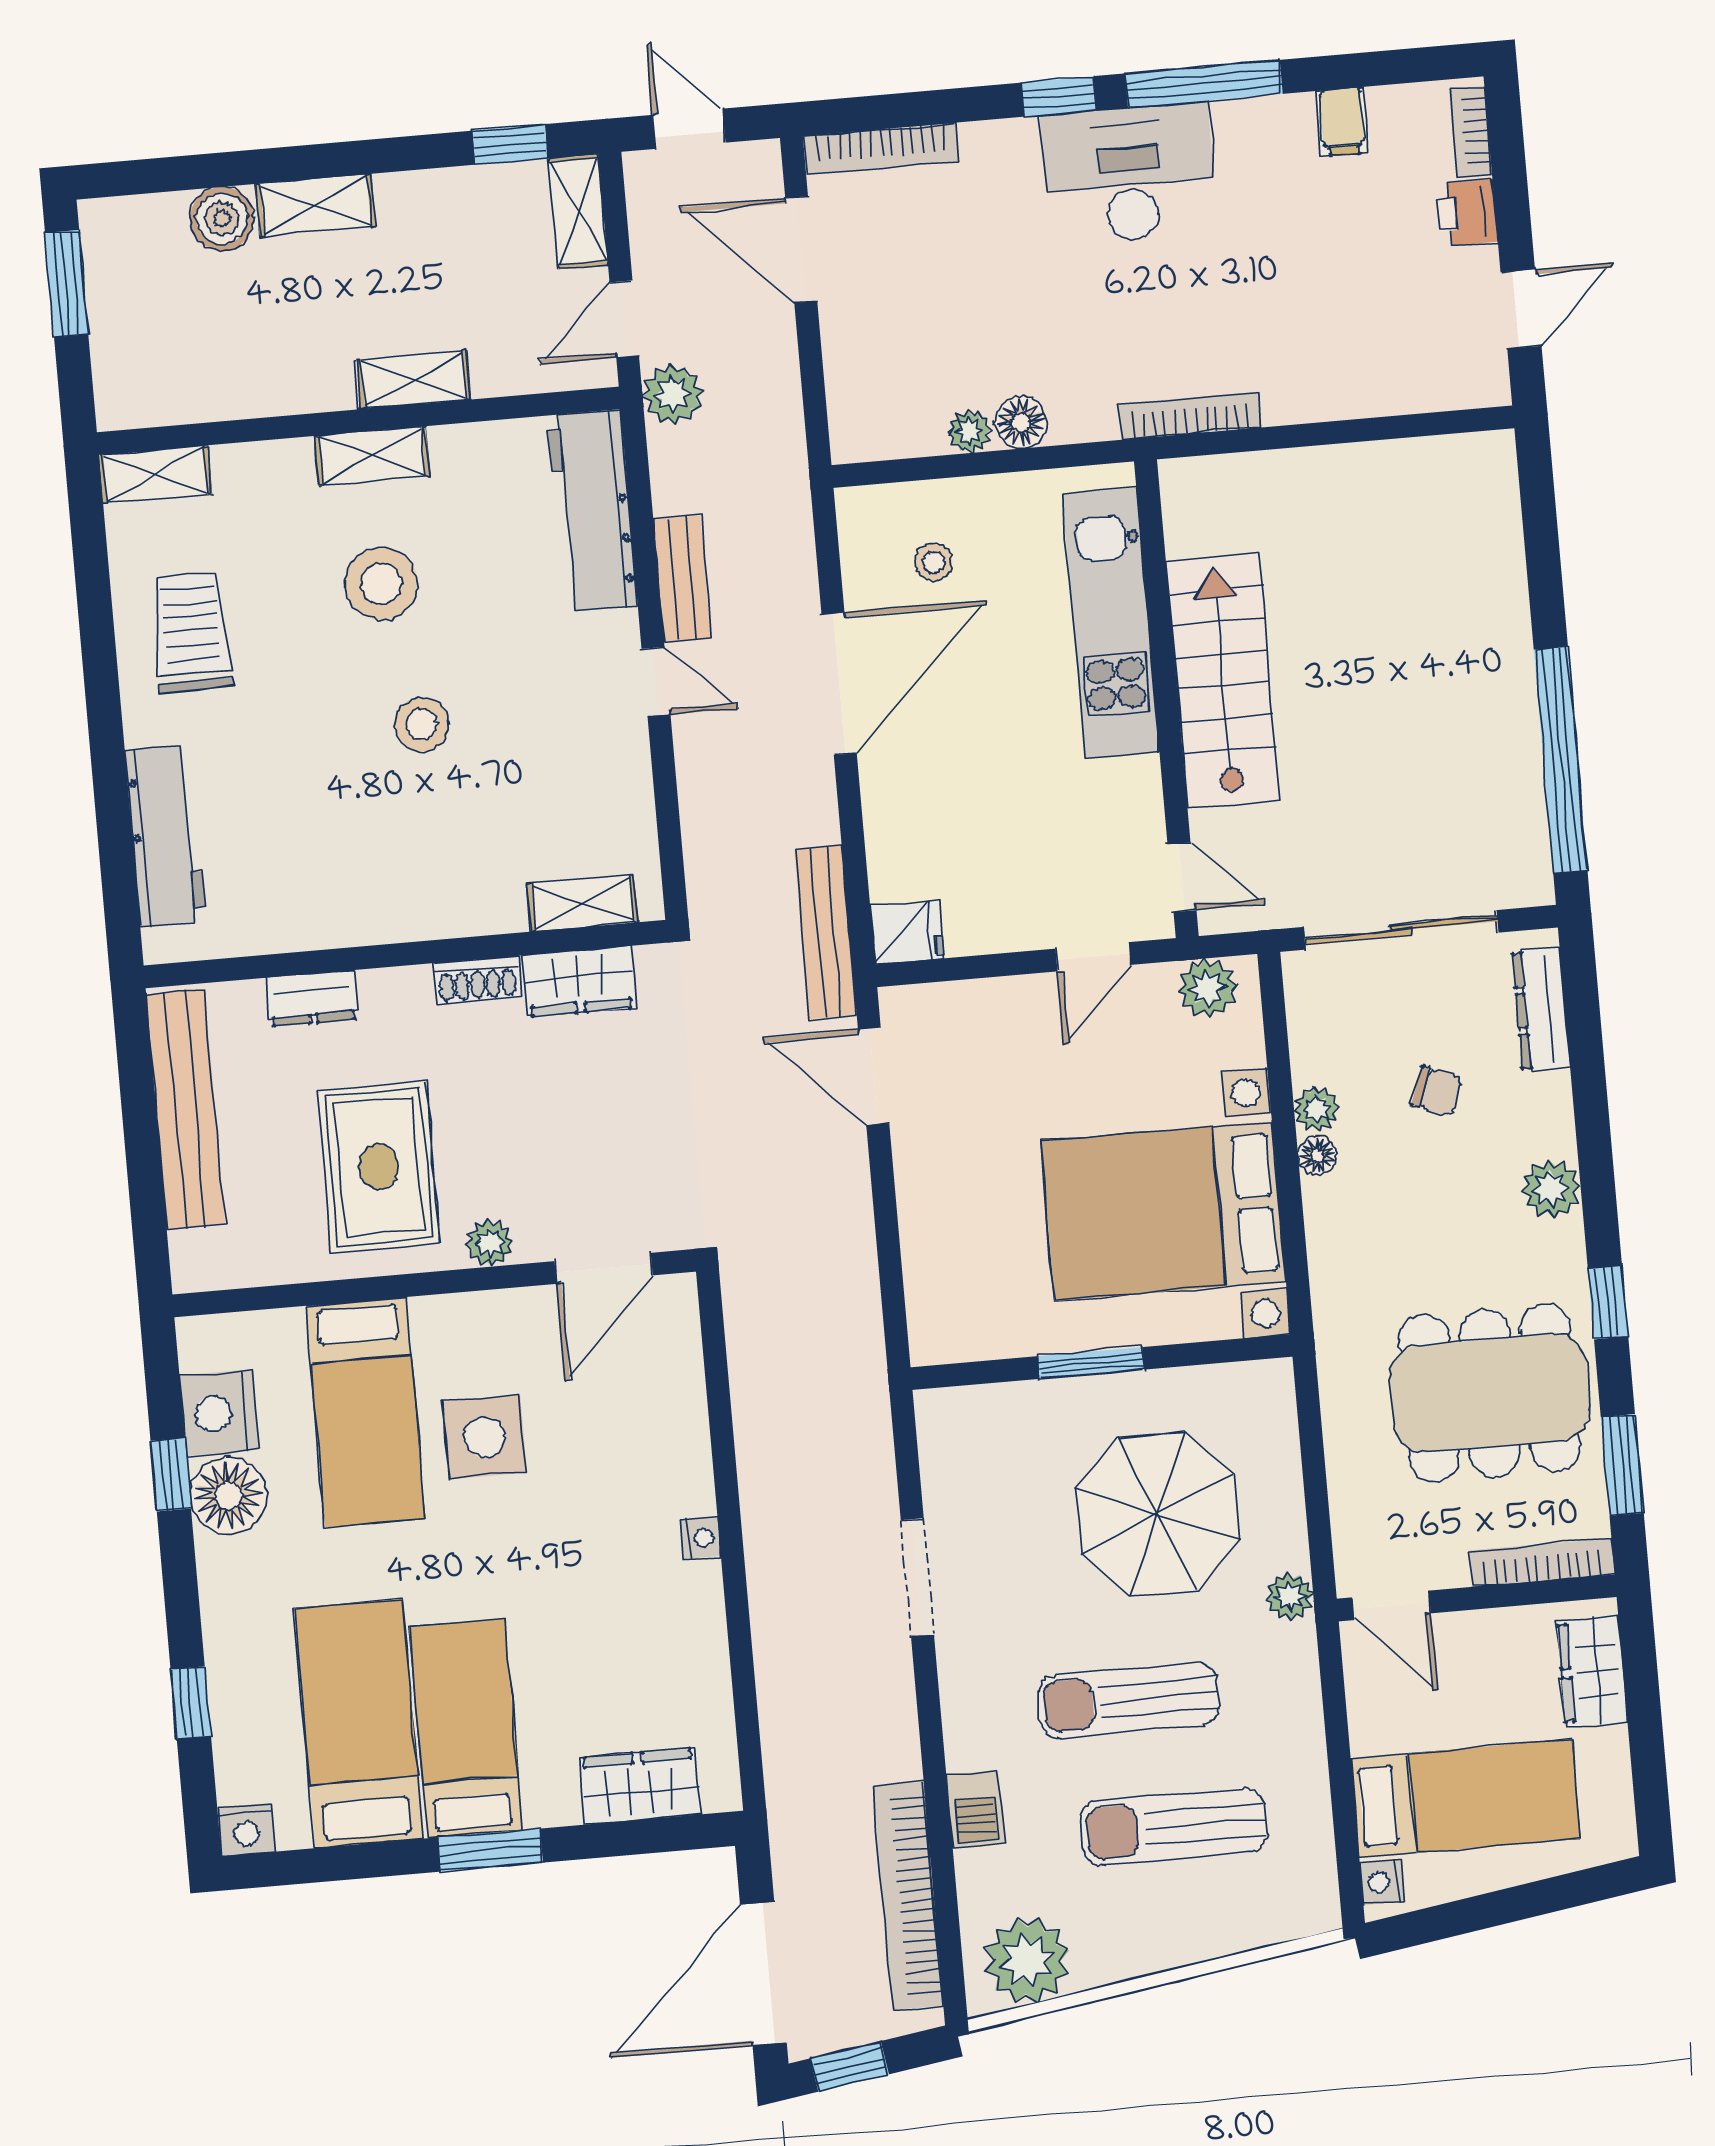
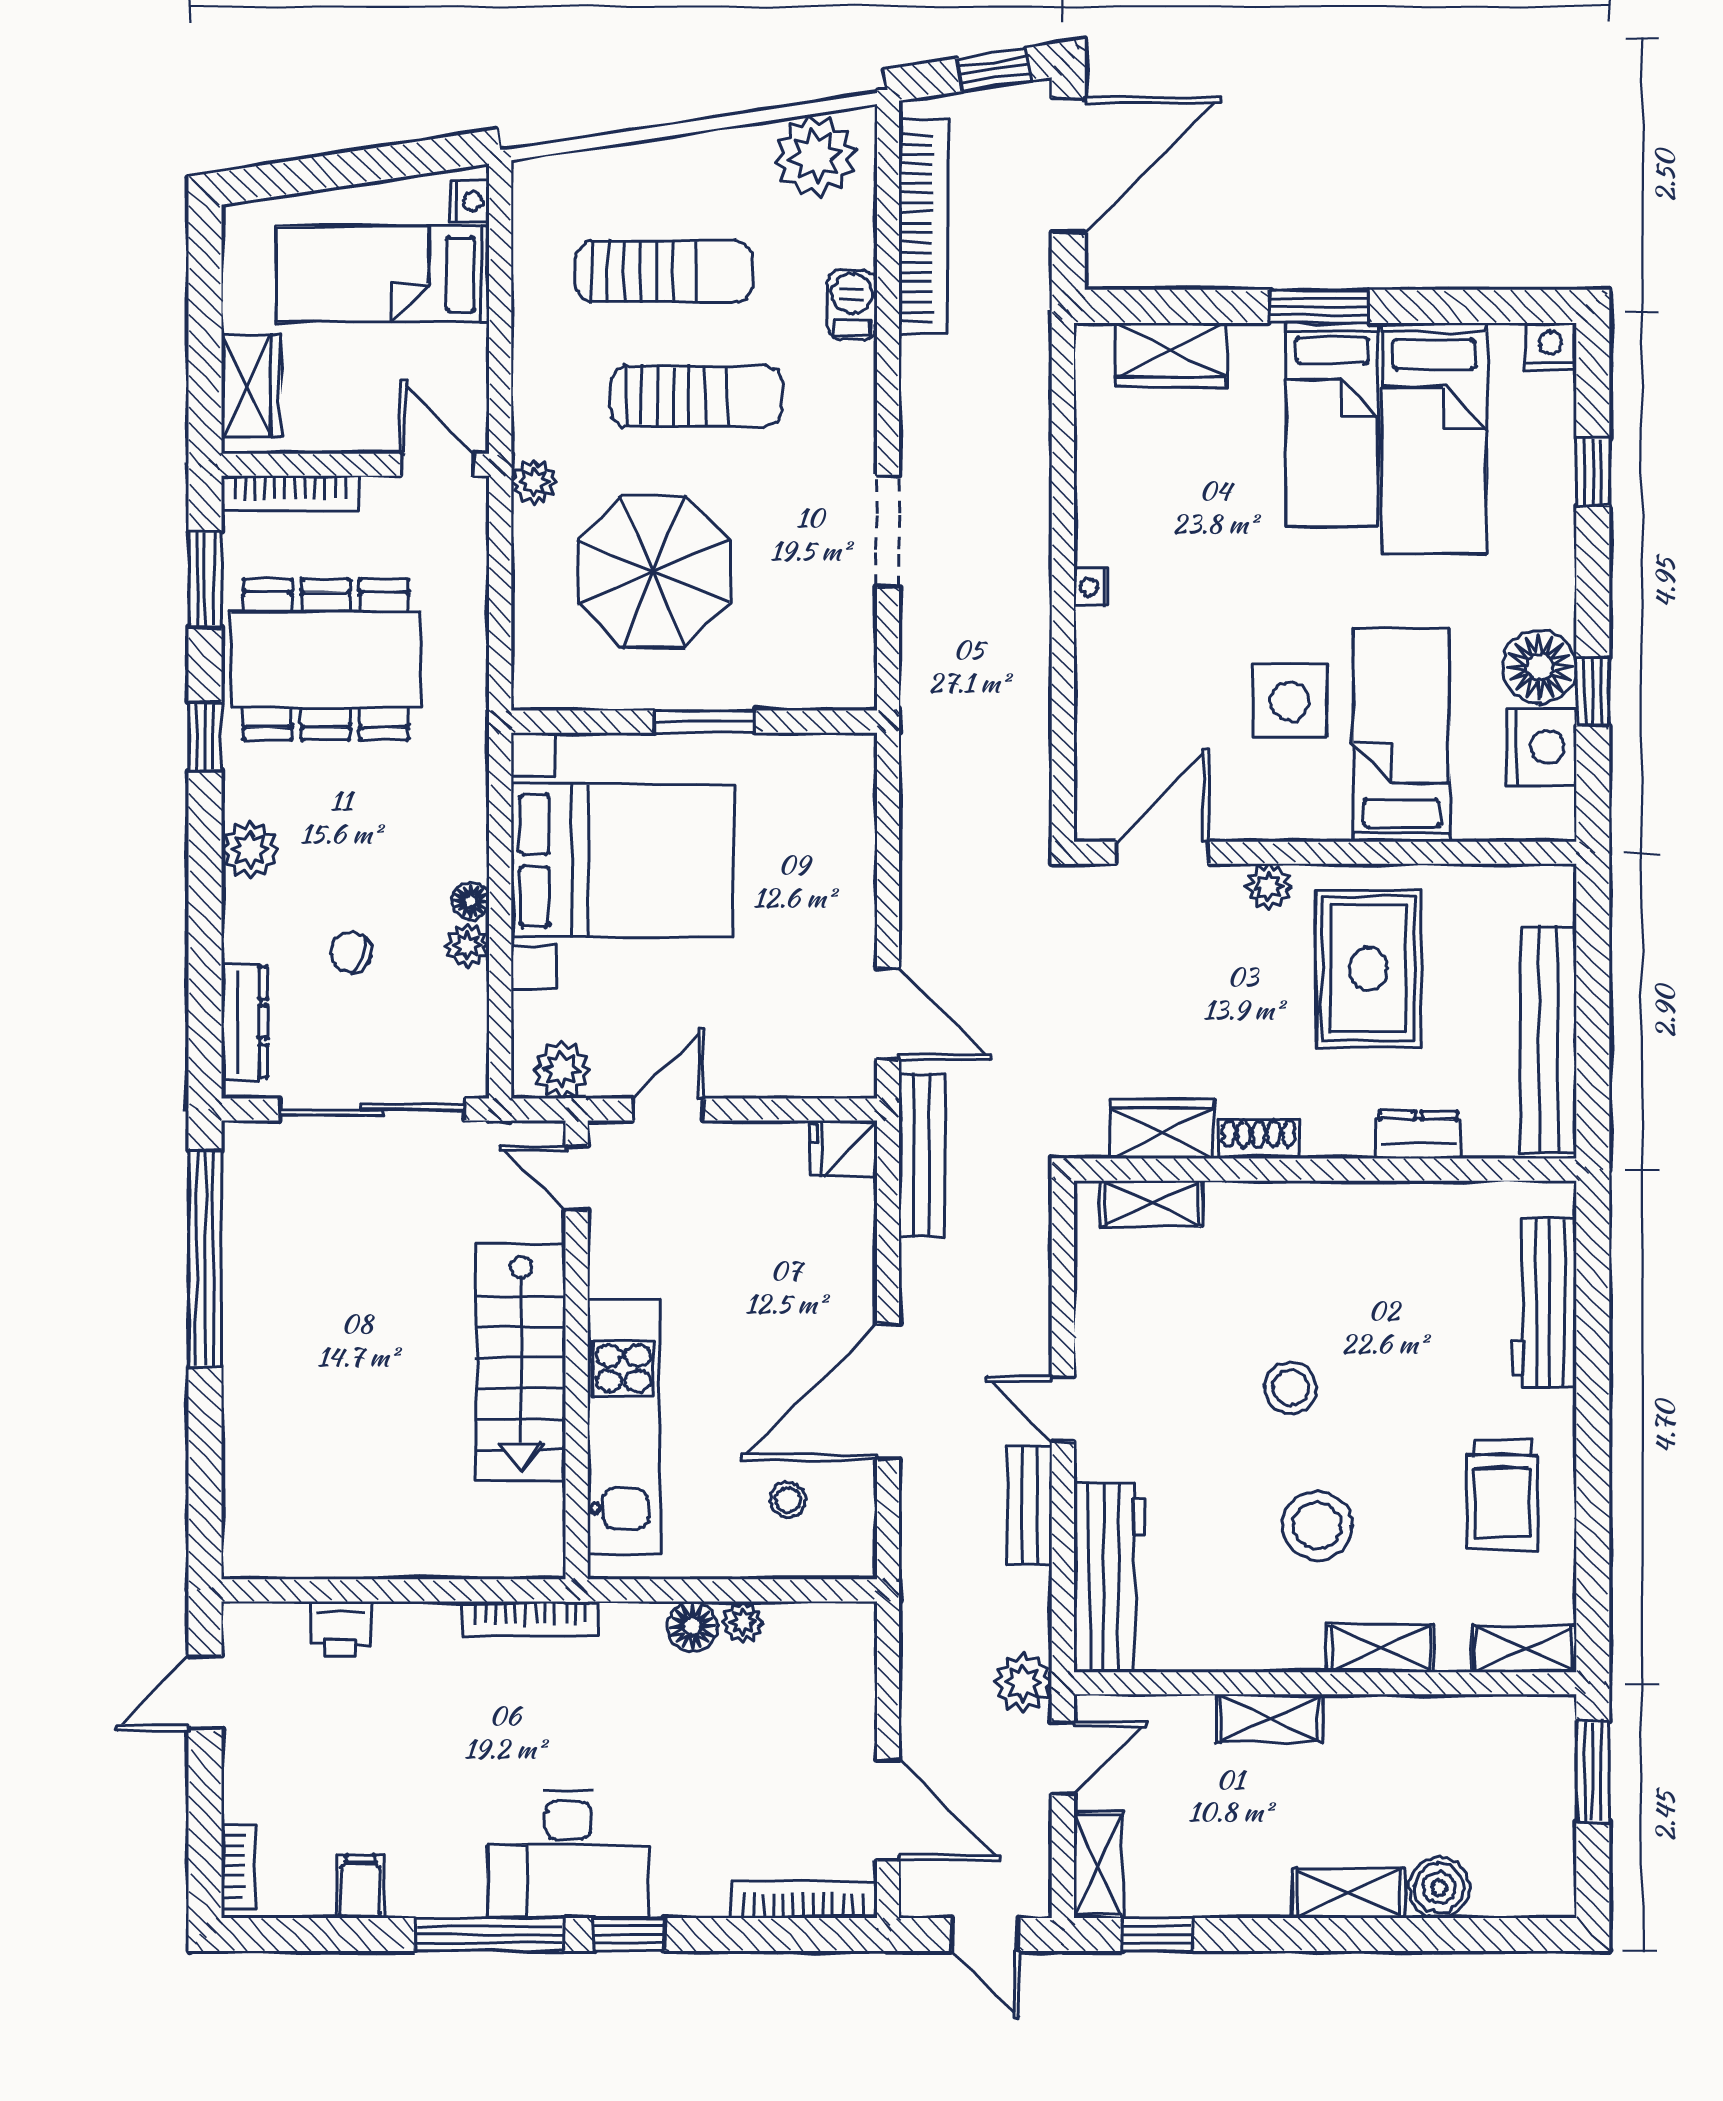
printer: (1467, 213) -> (340, 1629), moved, turned 90
window: (67, 283) -> (1593, 1771), moved
shelving: (372, 456) -> (1380, 1648), moved

